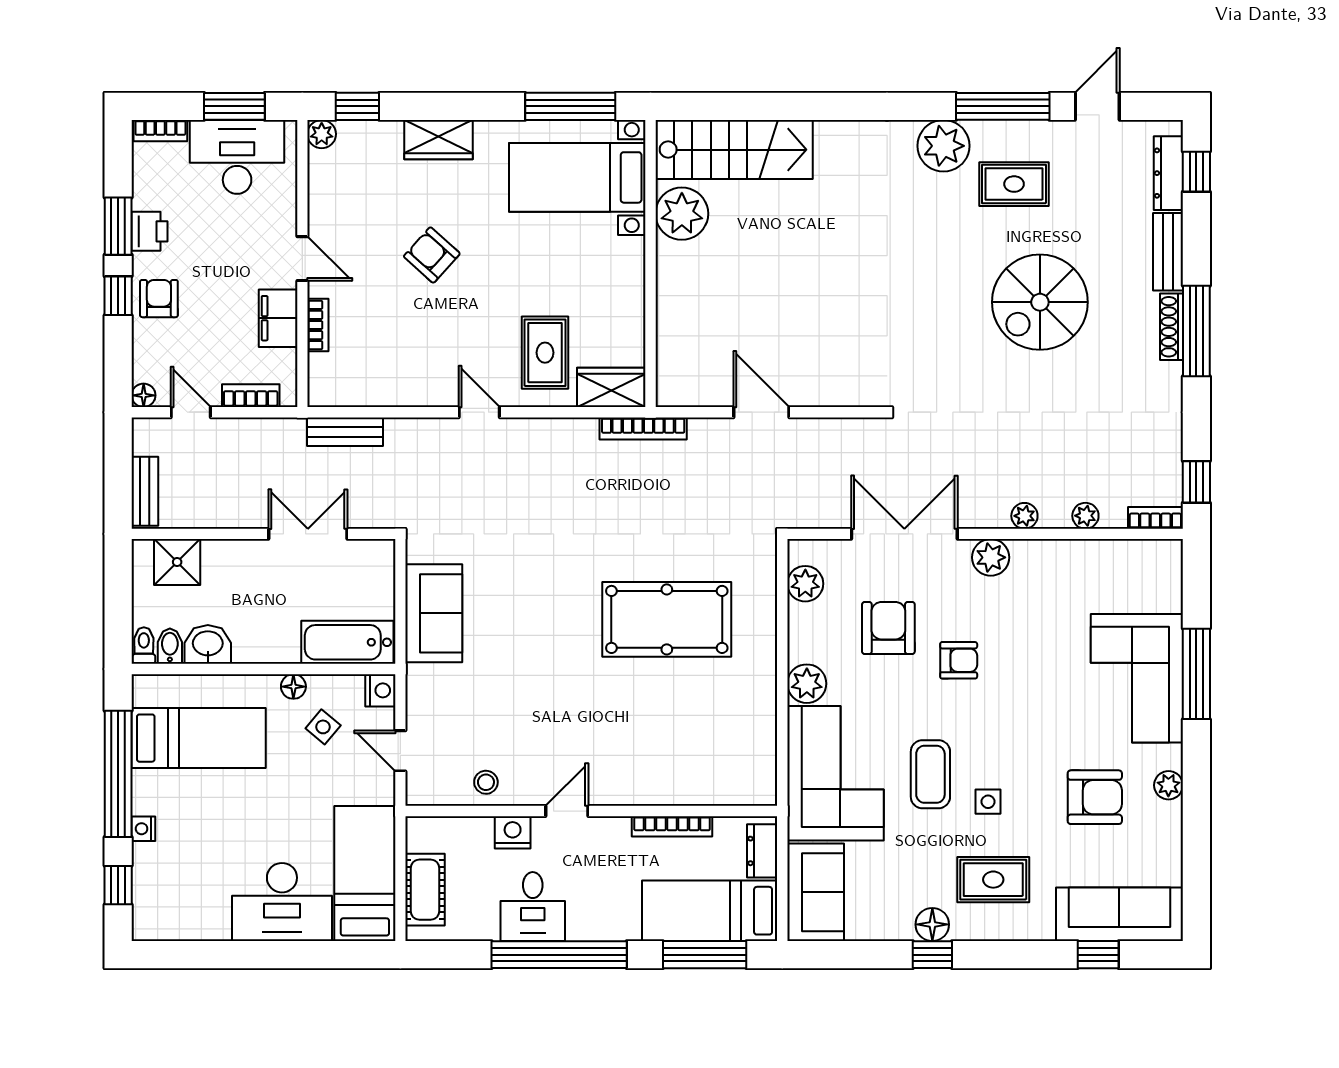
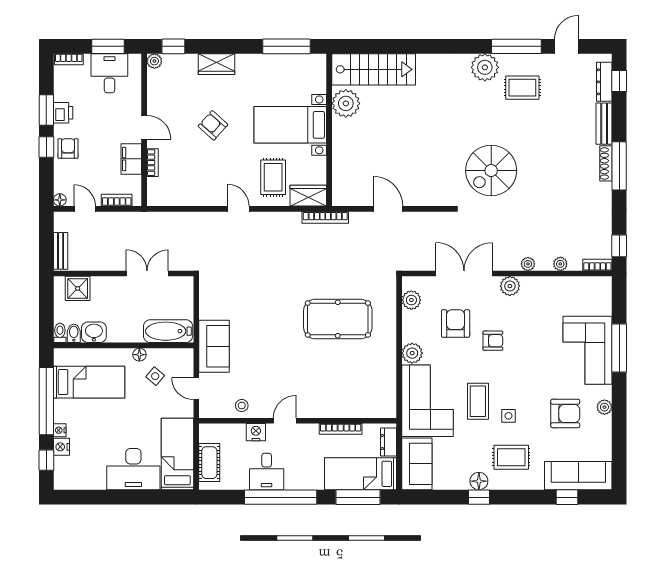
desk: (237, 157) -> (109, 73), width x0.73
bed with nightstands: (577, 177) -> (290, 125), moved
spiral stairs: (1040, 302) -> (491, 171), moved
bench: (345, 432) -> (167, 219), removed
sofa: (434, 613) -> (214, 346), moved
nightstand: (380, 690) -> (61, 447), moved, turned 180

